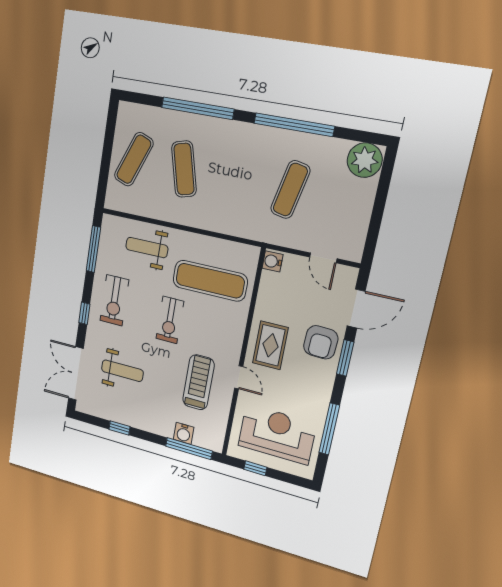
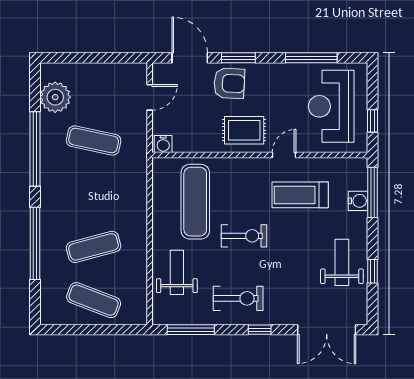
plant: (365, 160) -> (55, 97), moved
weight bench: (147, 248) -> (177, 272), turned 180
weight bench: (122, 371) -> (342, 262), moved

